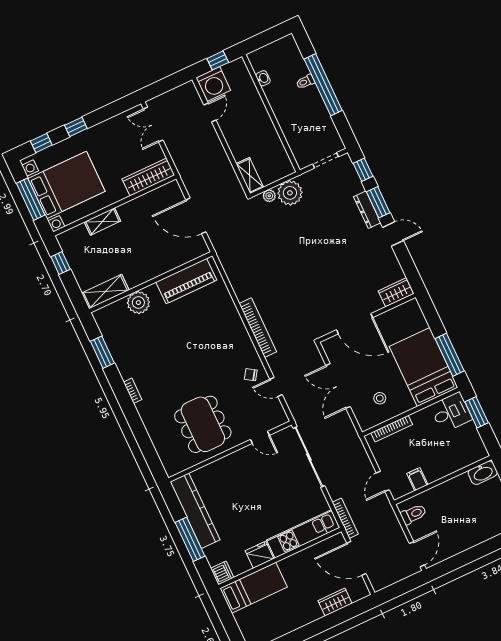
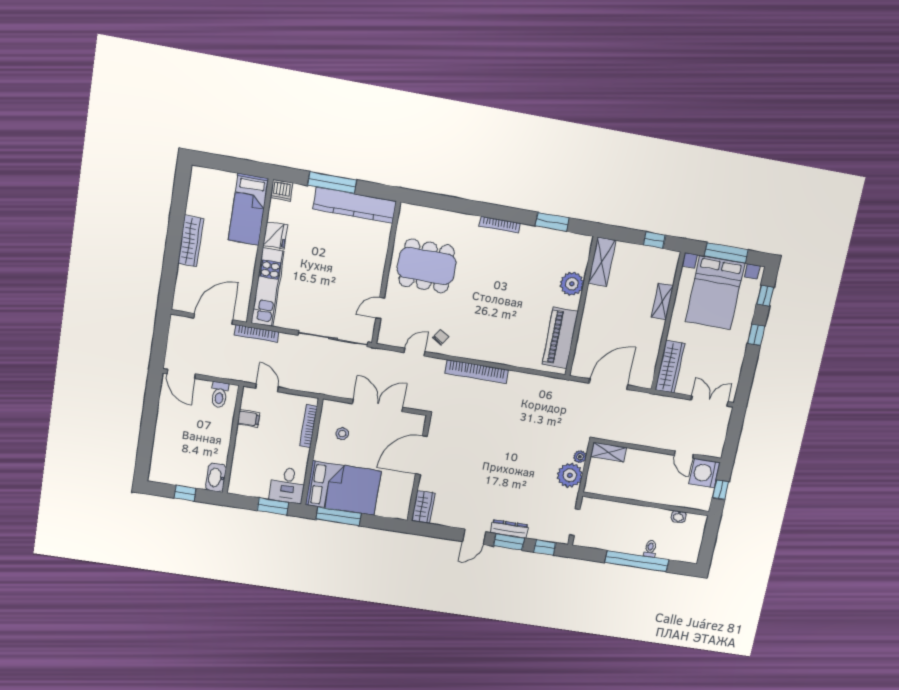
bookcase: (133, 391) -> (500, 225), width x1.56
wardrobe: (335, 602) -> (191, 241), moved, width x1.50

